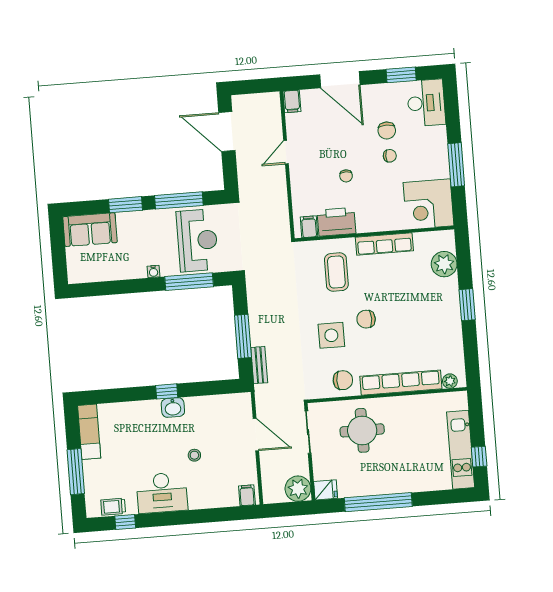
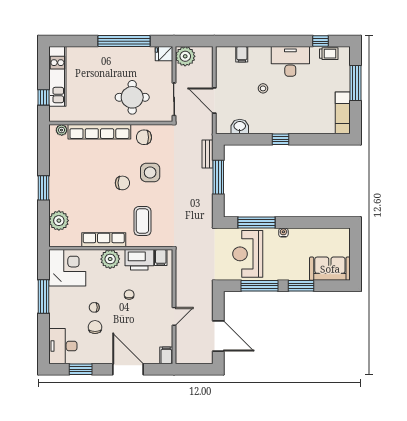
plant: (374, 220) -> (110, 259), added
washbasin: (173, 408) -> (240, 126), moved
window: (479, 457) -> (44, 97), moved
filing cabinet: (247, 495) -> (242, 54), moved

